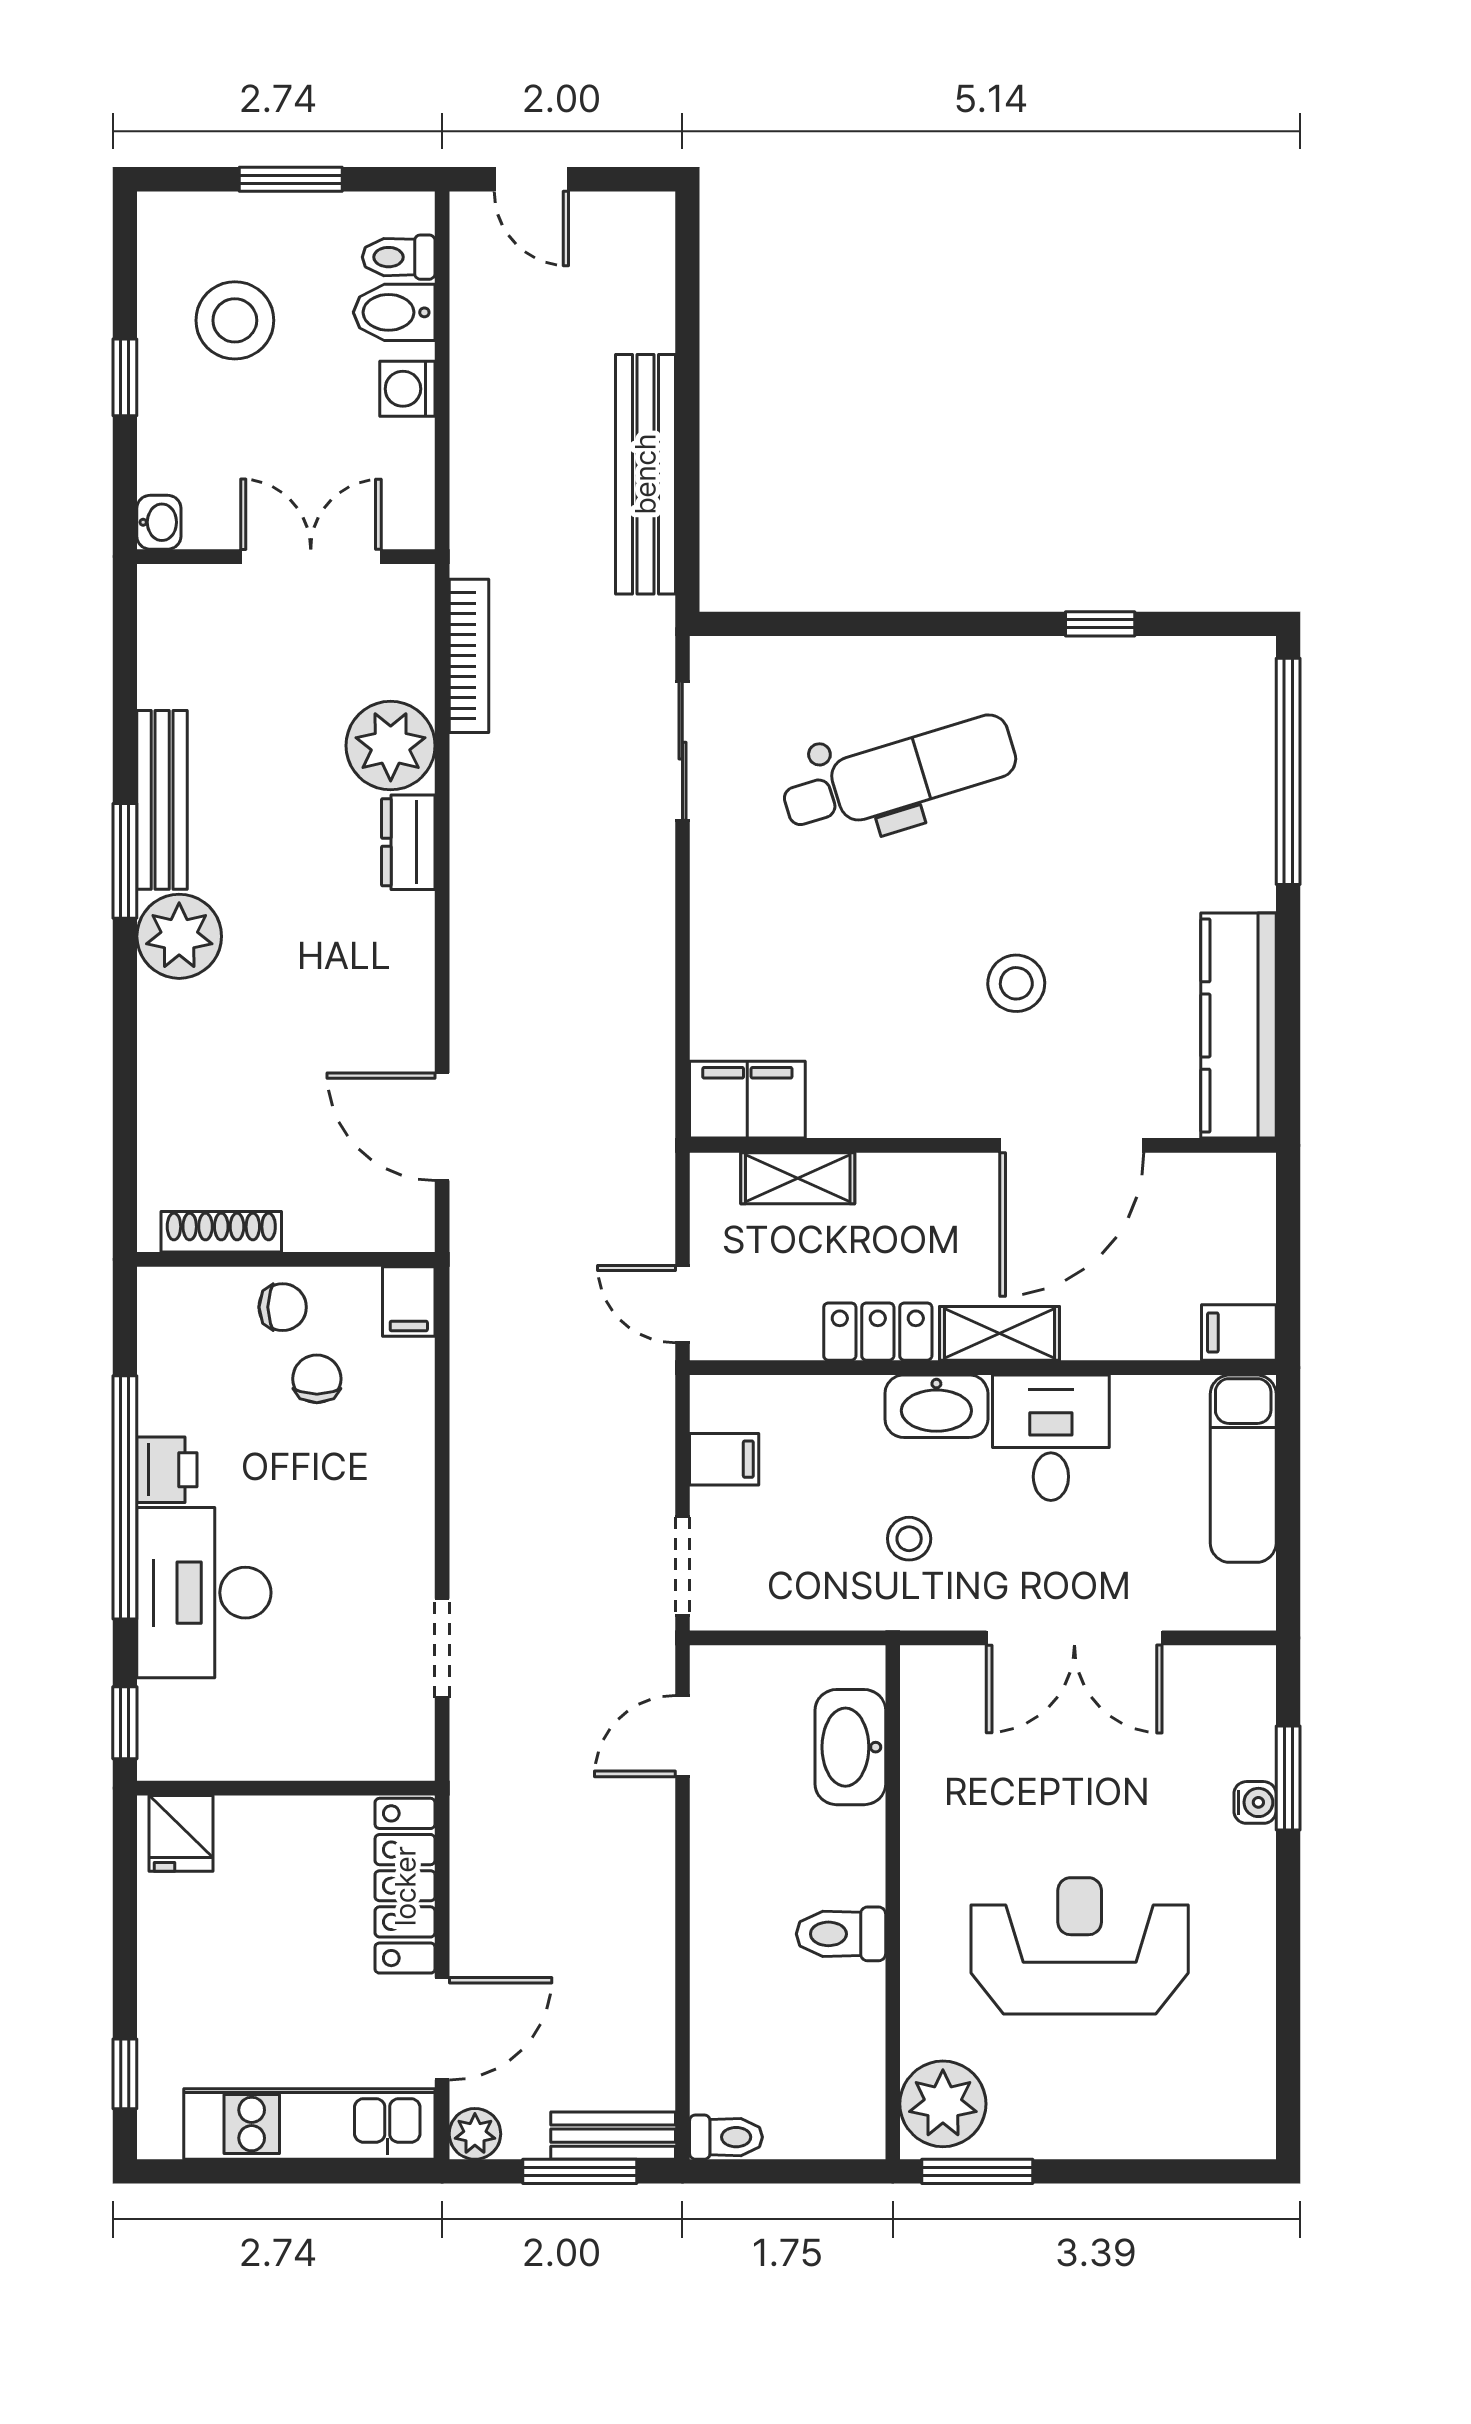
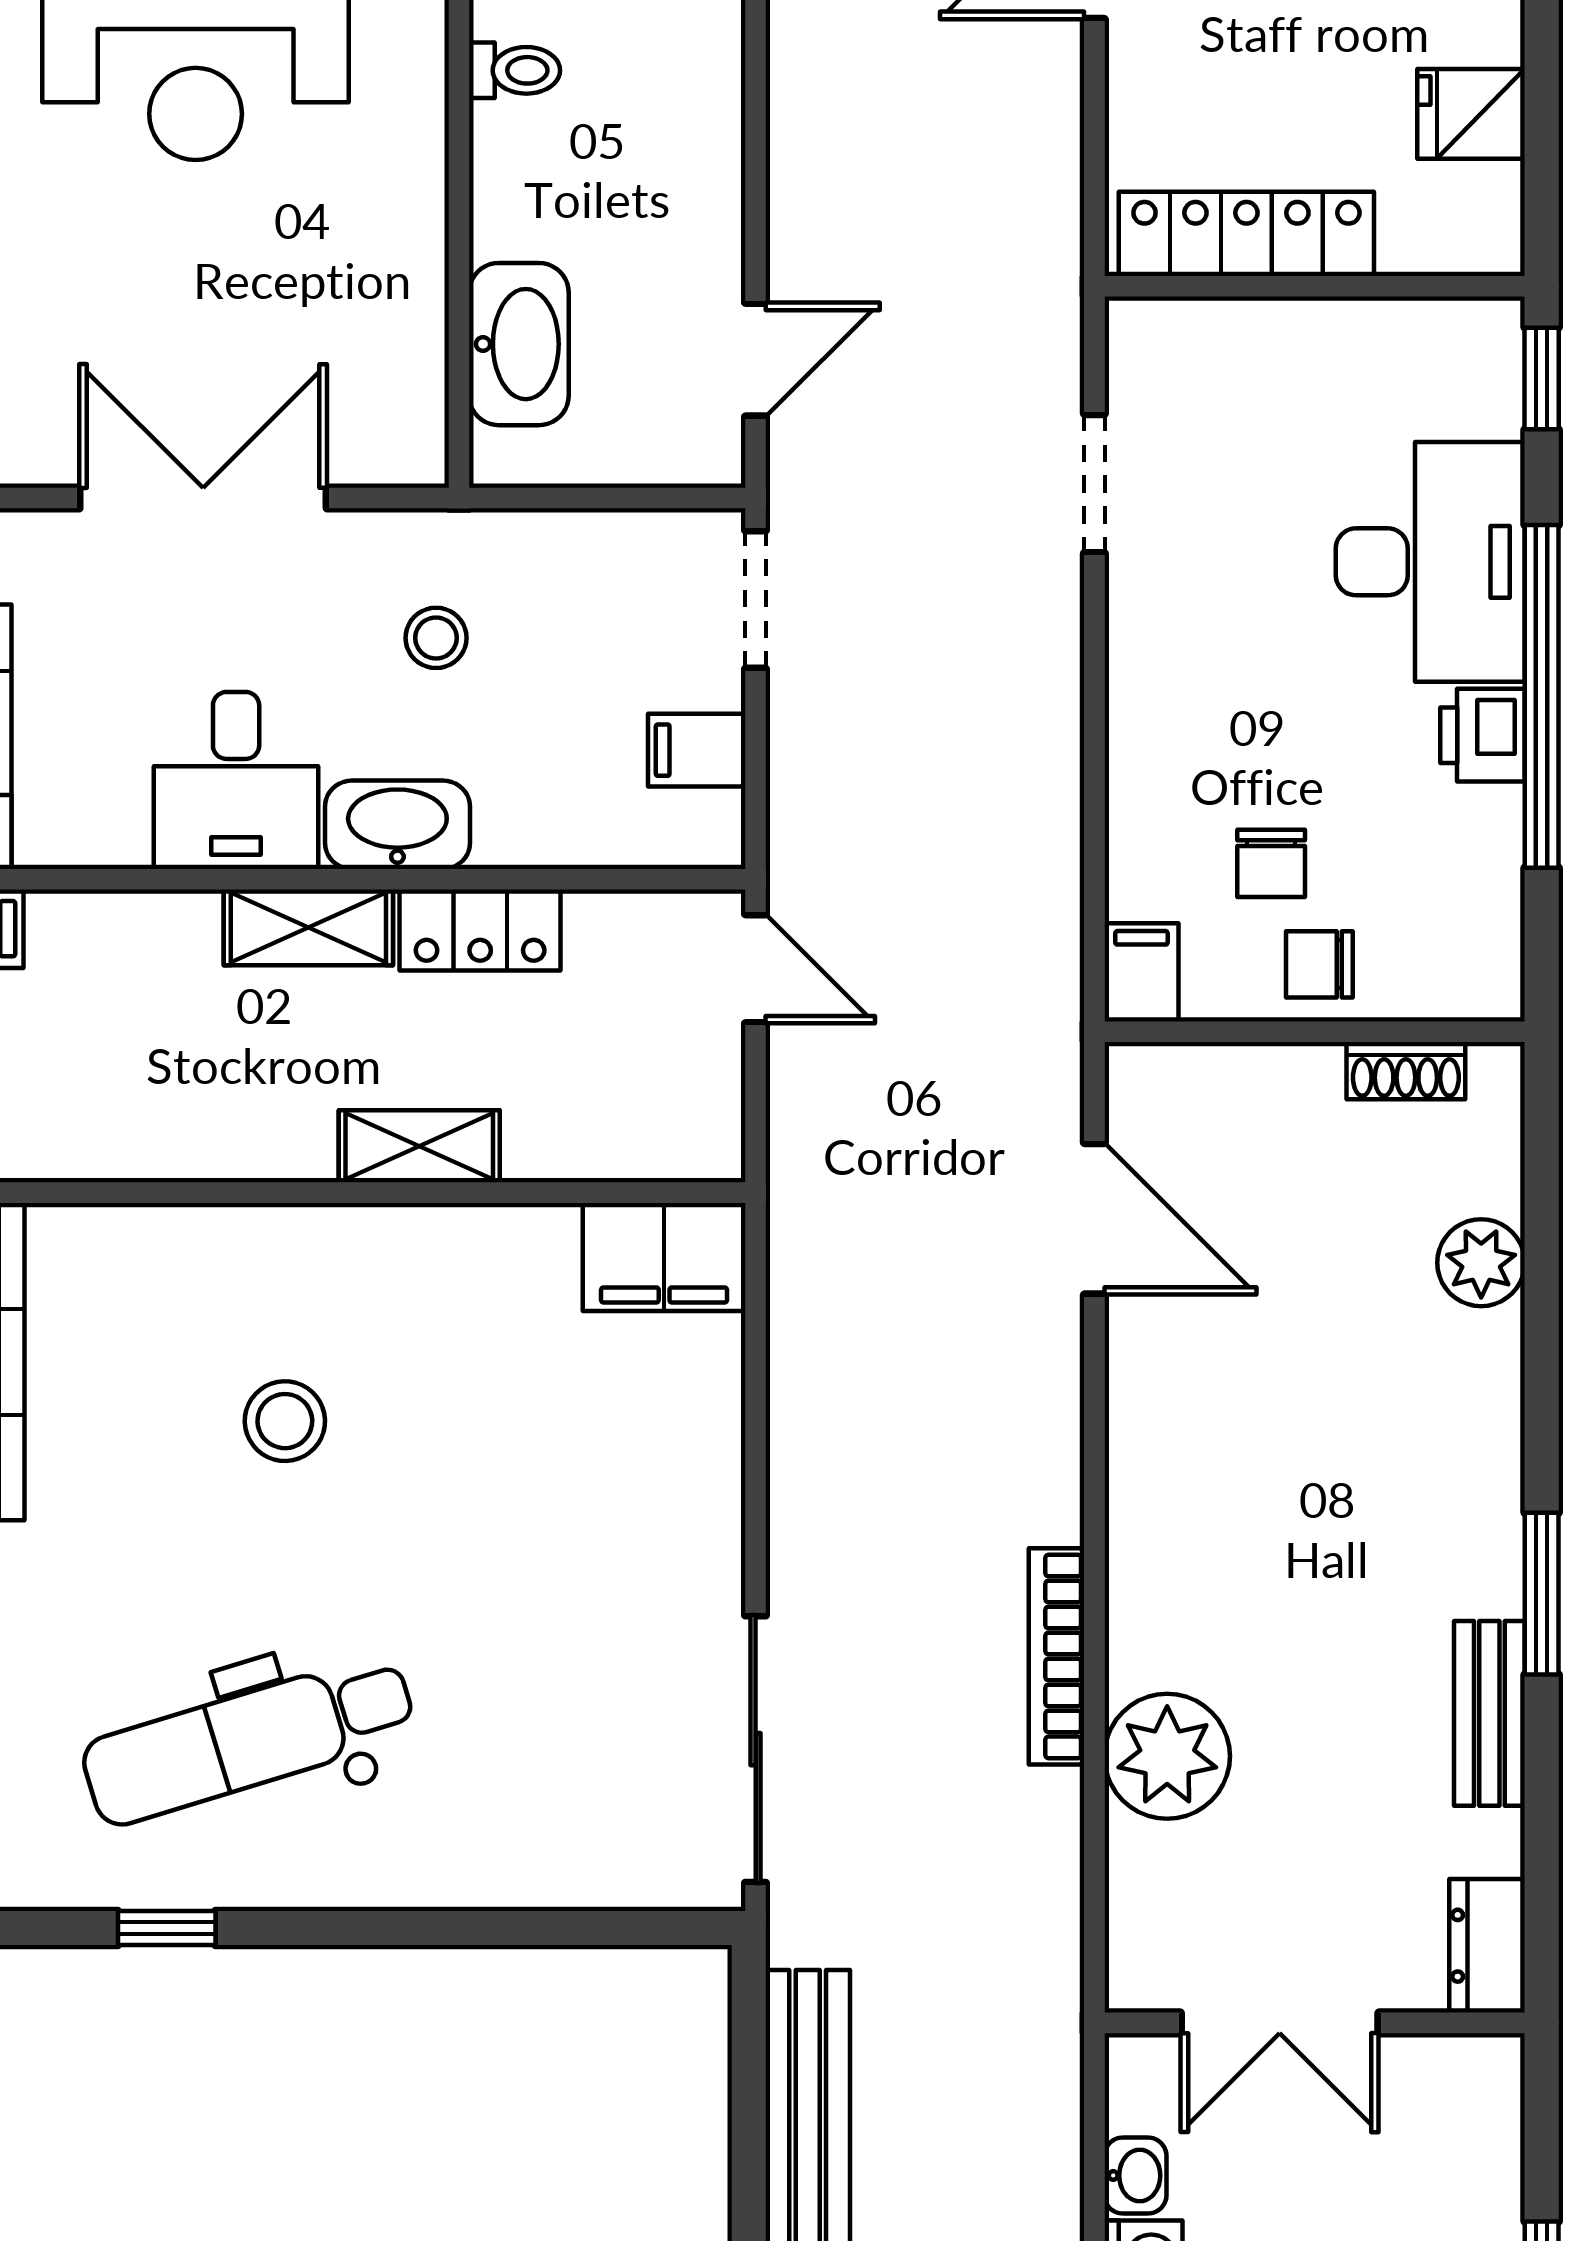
washbasin: (159, 522) -> (1135, 2176), moved, turned 180
bookcase: (469, 656) -> (1056, 1656), moved
sliding door: (682, 751) -> (756, 1749), width x1.37
dental chair: (899, 775) -> (249, 1740), moved
bench: (162, 800) -> (1489, 1713), width x0.73
dresser: (408, 842) -> (1487, 1946), moved, turned 180
plant: (179, 936) -> (1481, 1263), moved, width x0.73, depth x0.73
door: (1072, 1145) -> (206, 1193), removed
shelving: (798, 1178) -> (419, 1146), moved
shoe rack: (221, 1232) -> (1406, 1071), width x0.70
fridge: (181, 1833) -> (1471, 114), moved, turned -90
locker: (405, 1886) -> (1246, 234), moved, turned -90
toilet: (841, 1934) -> (515, 70), width x0.73, depth x0.72

